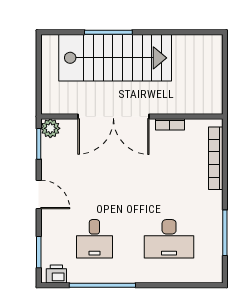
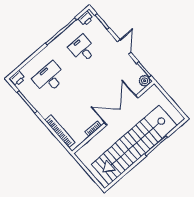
stairs: (115, 58) -> (134, 145), width x1.36
door: (39, 195) -> (124, 47), swing flipped
printer: (211, 274) -> (17, 78), added

